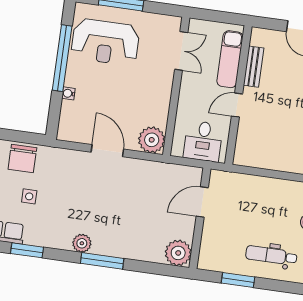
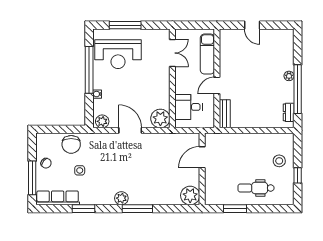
bench: (254, 67) -> (225, 114), moved
plant: (70, 133) -> (102, 121), added
desk: (203, 141) -> (188, 107), moved, turned 90

